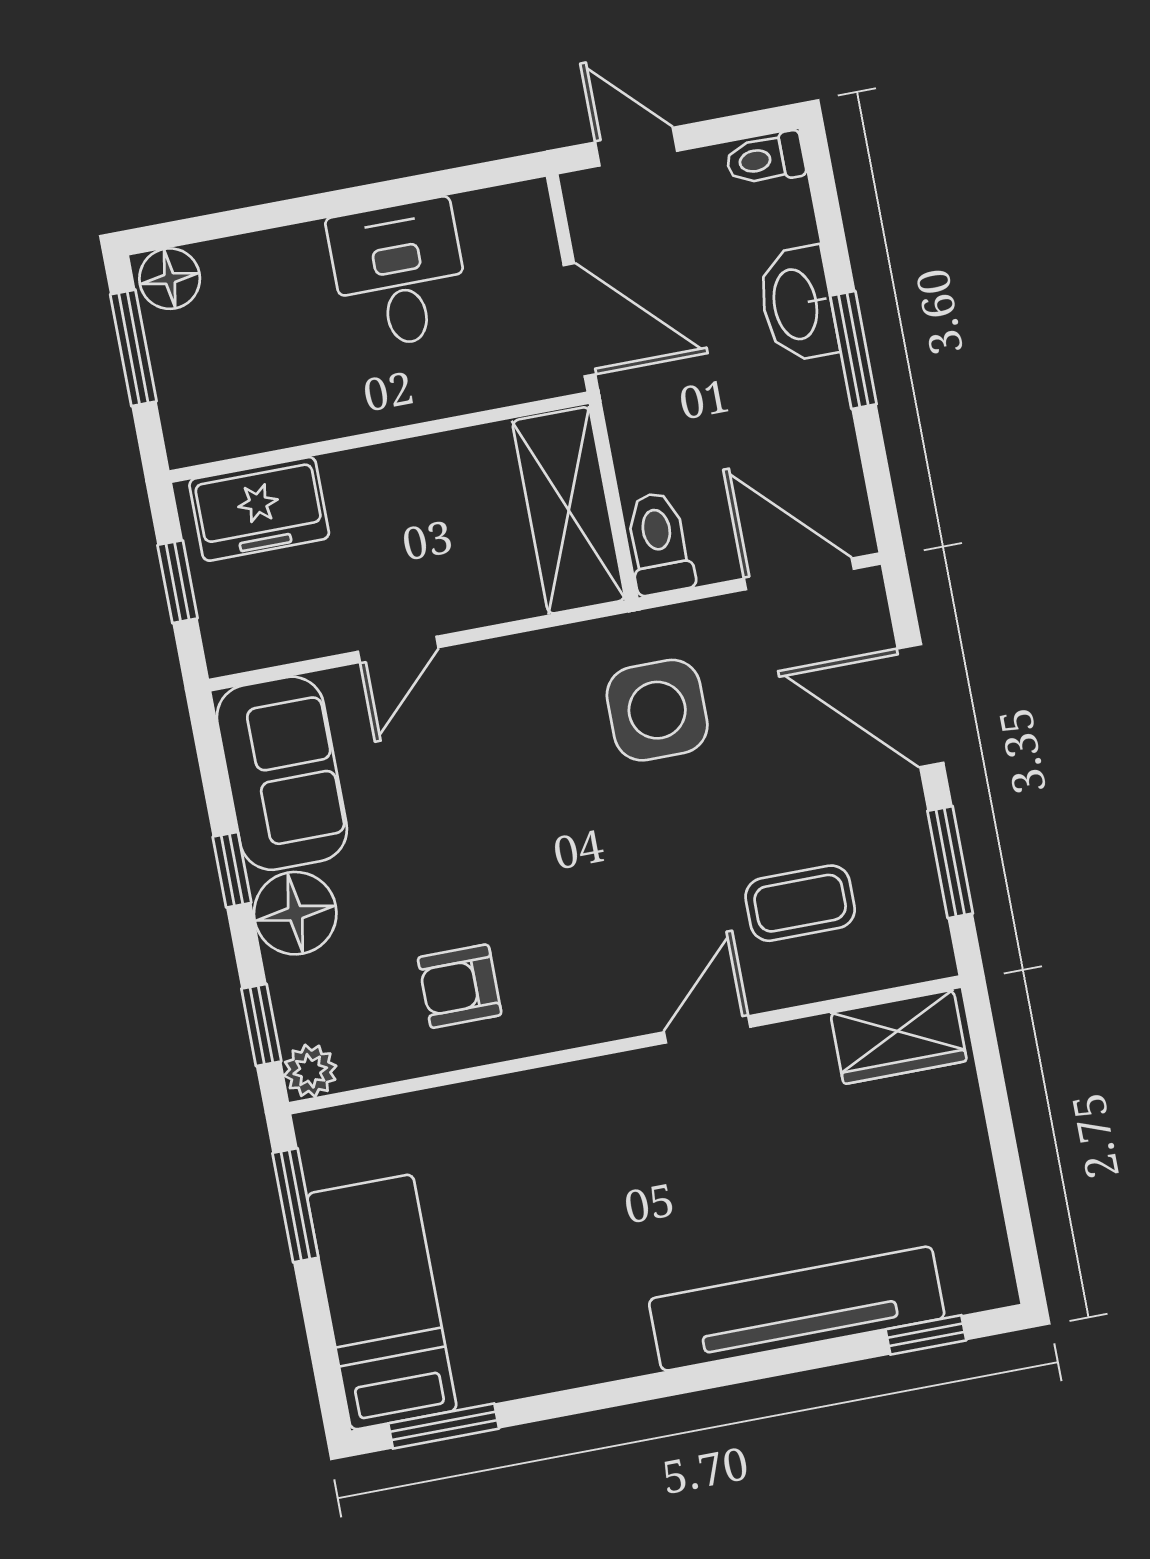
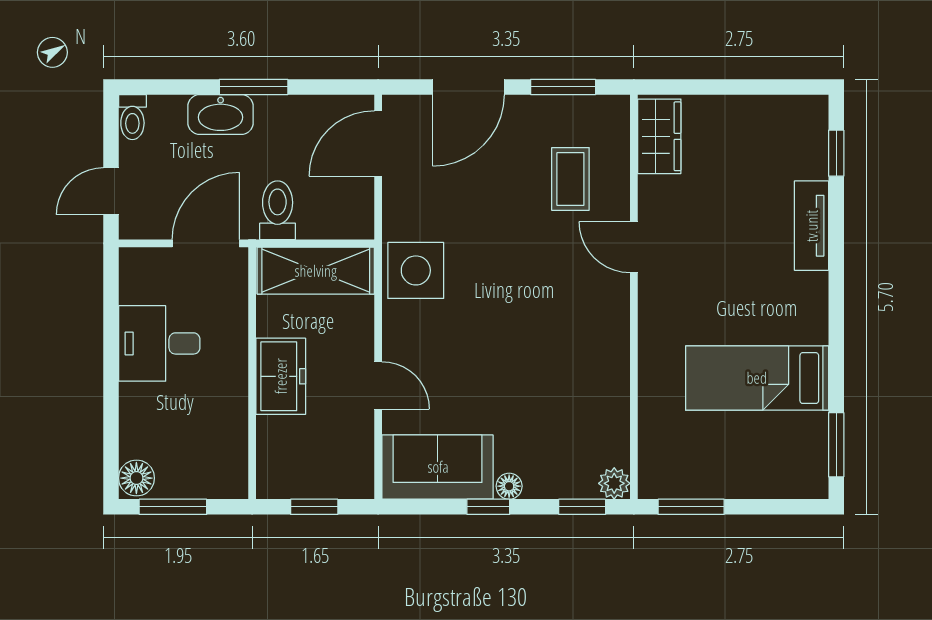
freezer: (259, 509) -> (281, 376), moved
toilet: (659, 543) -> (278, 210), moved, turned 90
side table: (657, 710) -> (416, 270), moved
floor lamp: (295, 913) -> (509, 486), width x0.53, depth x0.53
armchair: (460, 986) -> (581, 387), removed
bed: (382, 1302) -> (757, 378), moved
tv unit: (797, 1309) -> (812, 226), width x0.52, depth x0.78

